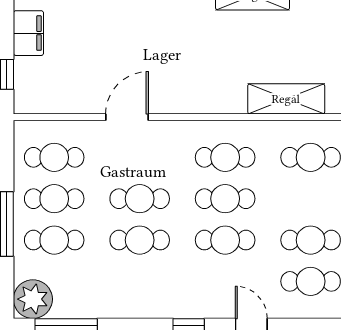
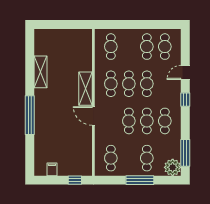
filing cabinet: (28, 33) -> (52, 169), width x0.50
shelving: (286, 99) -> (85, 89), moved
door: (127, 117) -> (93, 116), moved
cafe table: (54, 199) -> (165, 121), moved

